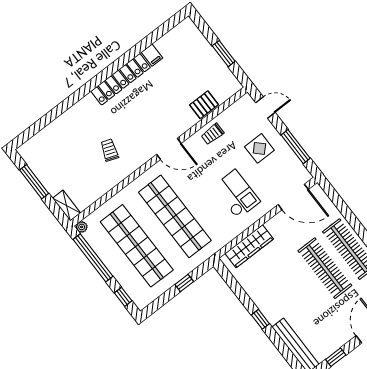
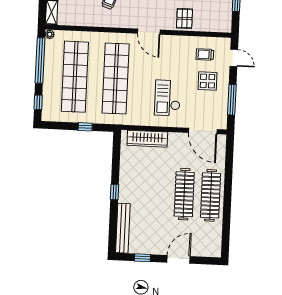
pallet: (204, 105) -> (184, 18), moved, turned 90
trolley: (213, 134) -> (205, 55), moved
checkout: (236, 194) -> (168, 98), turned 180

